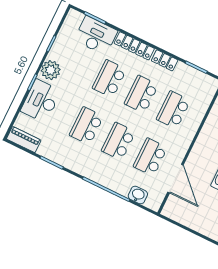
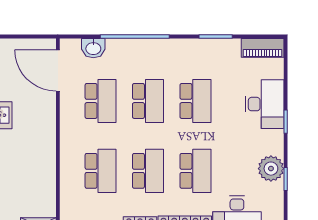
plant: (51, 70) -> (271, 169), moved
door: (175, 179) -> (58, 70), moved

